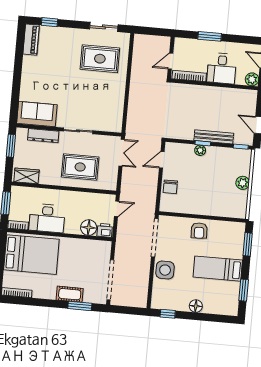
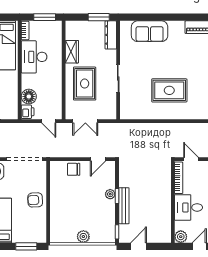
rug: (100, 59) -> (169, 90), moved, turned 90
sofa: (37, 114) -> (150, 31), moved, turned 90
dresser: (43, 136) -> (111, 35), moved
double door: (122, 153) -> (85, 121), moved
door: (162, 160) -> (98, 159), swing flipped
wardrobe: (27, 176) -> (72, 52), moved

